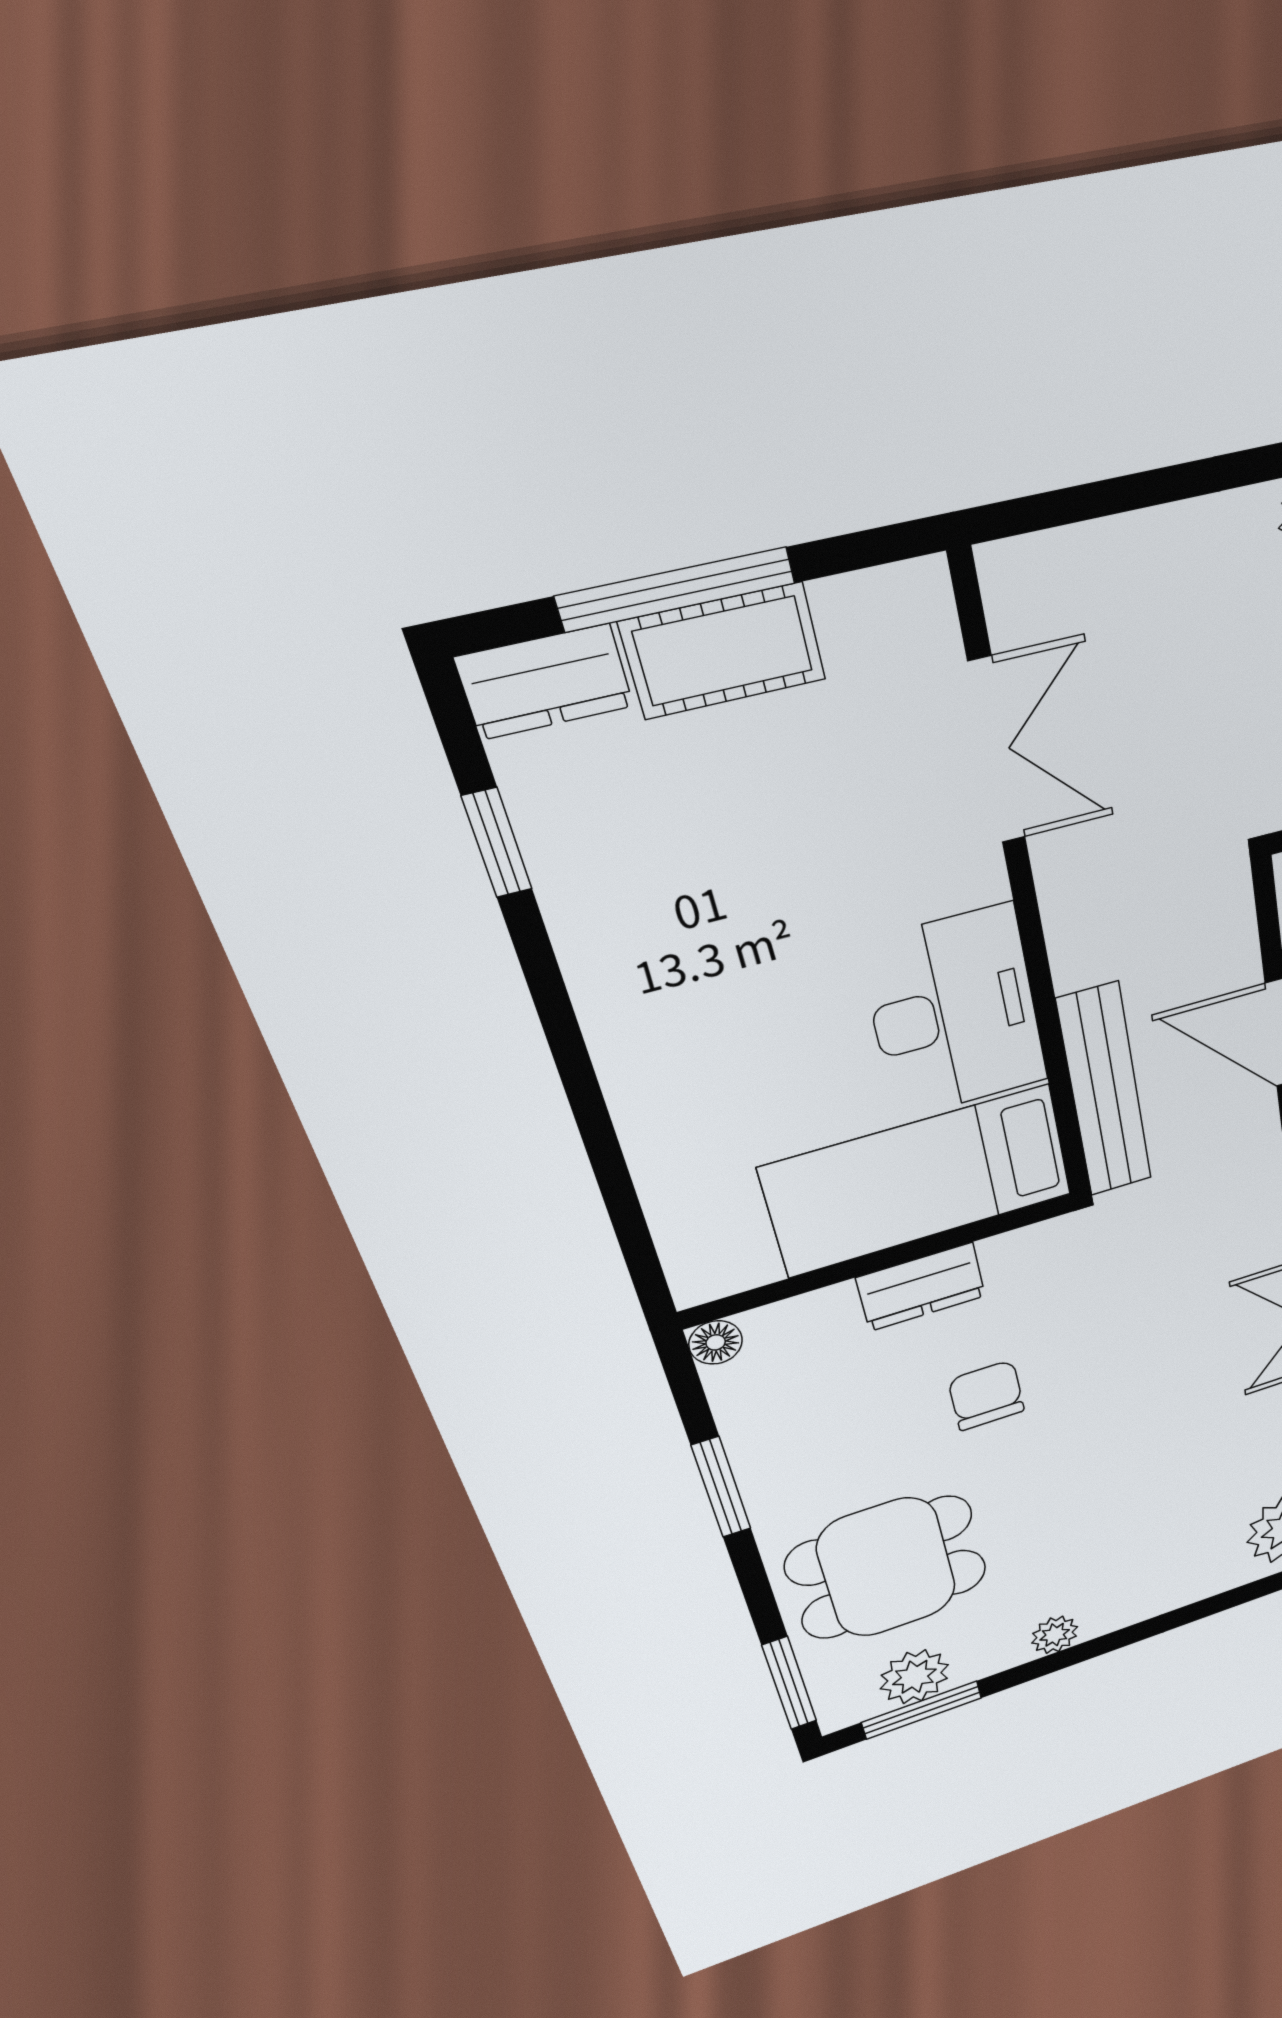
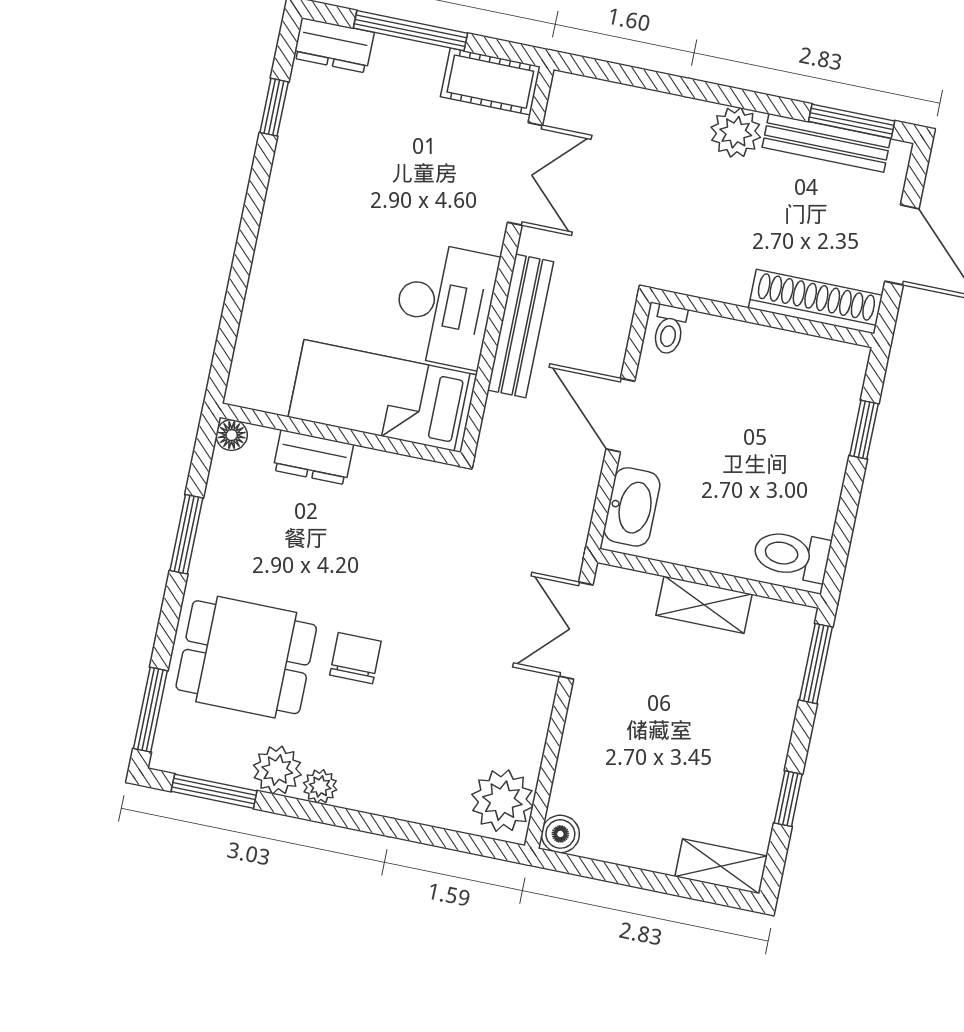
cot: (724, 651) -> (490, 82), moved
bench: (1105, 1091) -> (521, 326), moved
dresser: (921, 1287) -> (313, 457), moved
chair: (986, 1395) -> (355, 658), moved
plant: (914, 1677) -> (277, 770), moved

